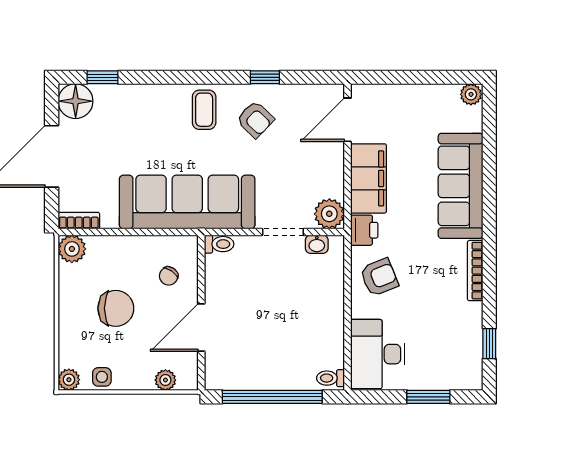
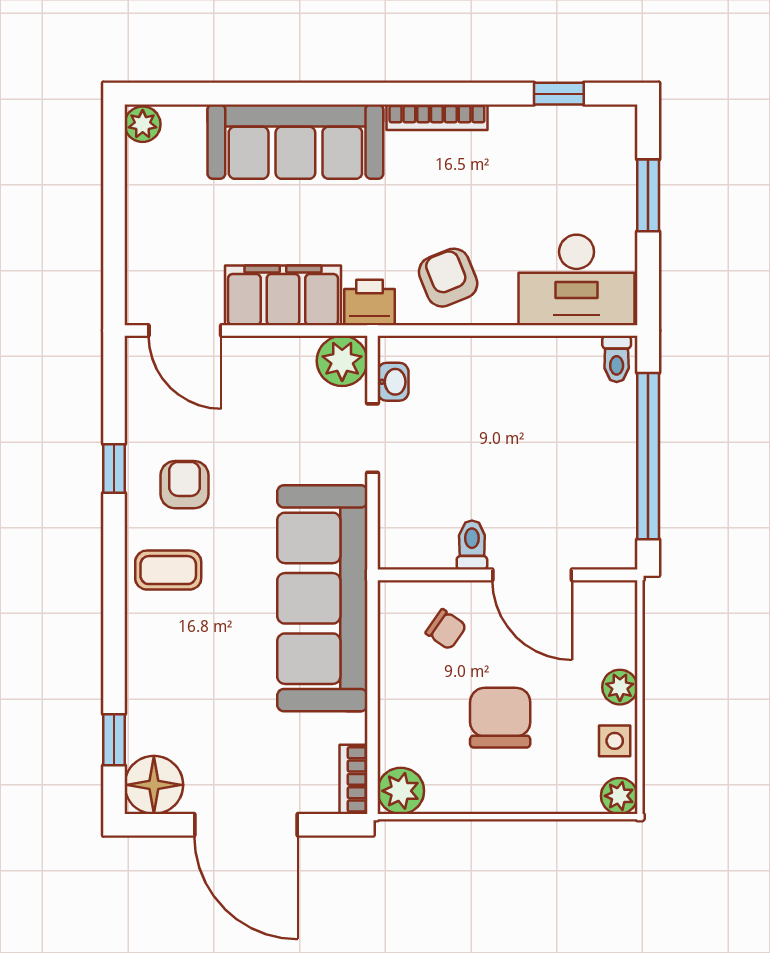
armchair: (255, 119) -> (184, 485), turned -44
toilet: (219, 244) -> (472, 545), moved
plant: (165, 380) -> (620, 687), moved

